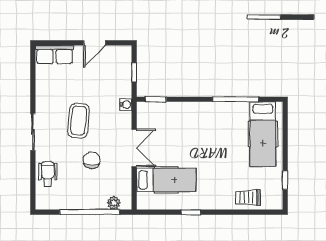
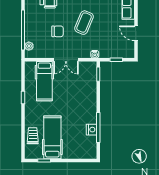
nightstand: (239, 109) -> (92, 130), added
coffee table: (78, 121) -> (84, 23), turned -72
hospital bed: (263, 134) -> (52, 137), moved, turned 90

